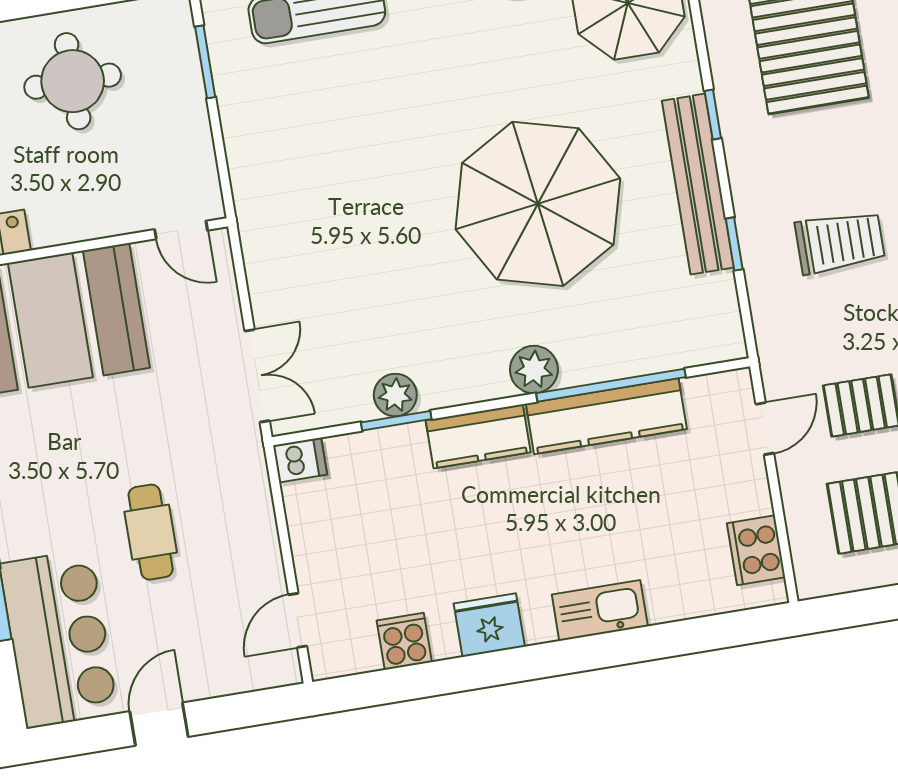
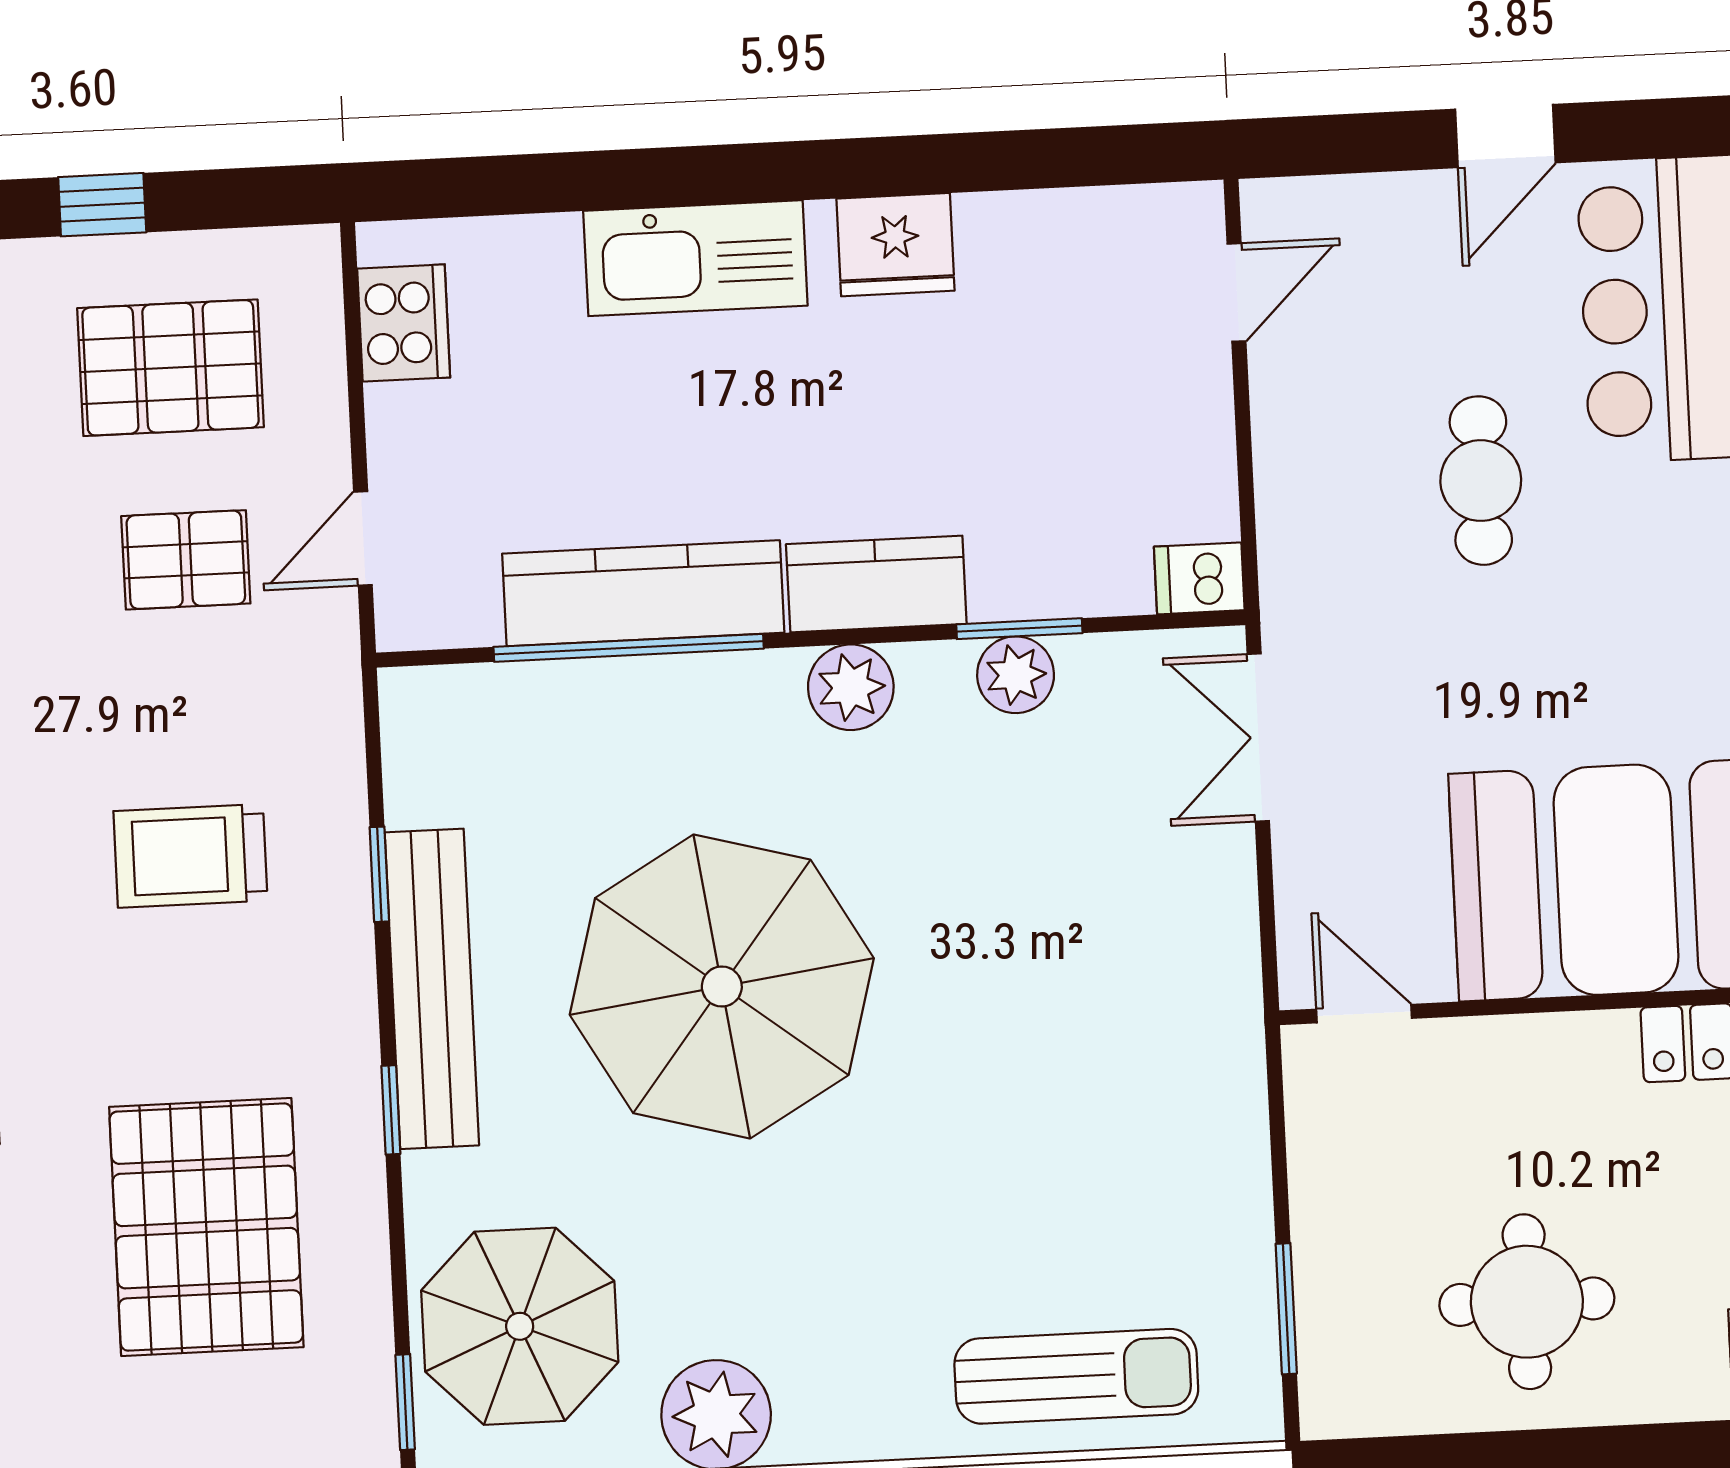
plant: (534, 370) -> (851, 687), moved
kitchen sink: (600, 610) -> (695, 258), width x1.36, depth x1.24
cooker: (404, 641) -> (1050, 233), removed

